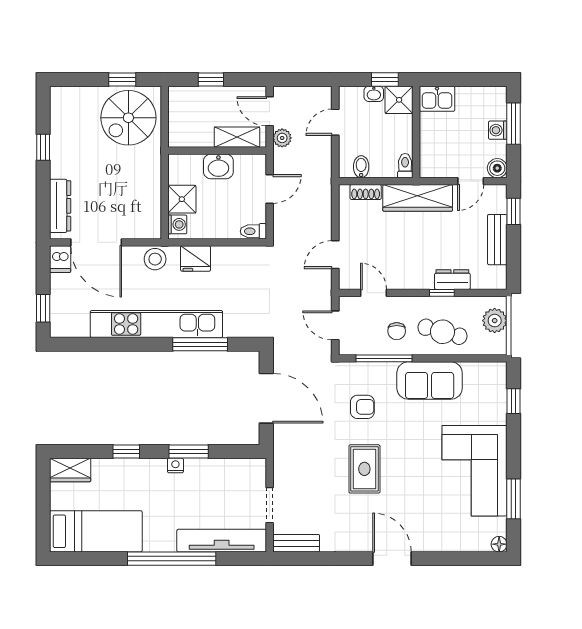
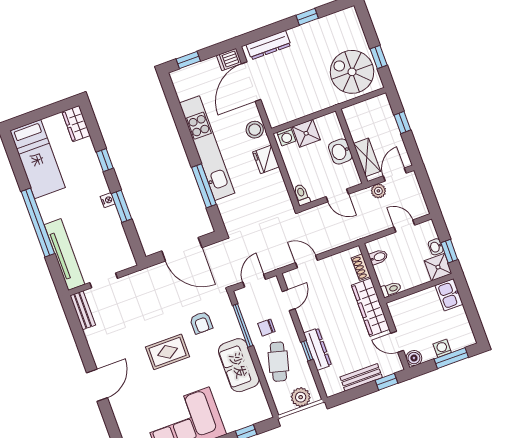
dresser: (452, 280) -> (317, 349), width x1.44
door: (266, 398) -> (182, 249), hinge flipped
rug: (364, 469) -> (168, 352), moved

